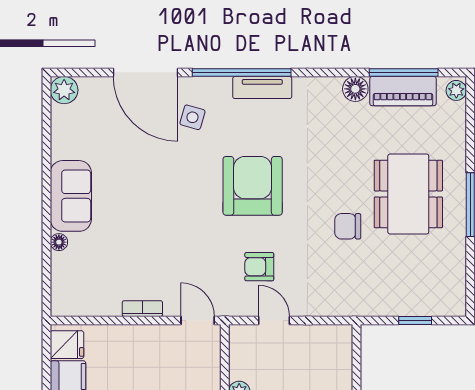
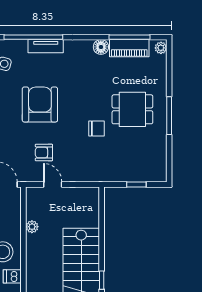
dining table: (408, 194) -> (132, 109), width x0.73
chair: (348, 226) -> (96, 129), turned 180

